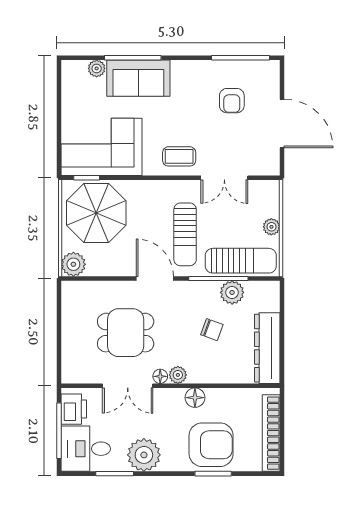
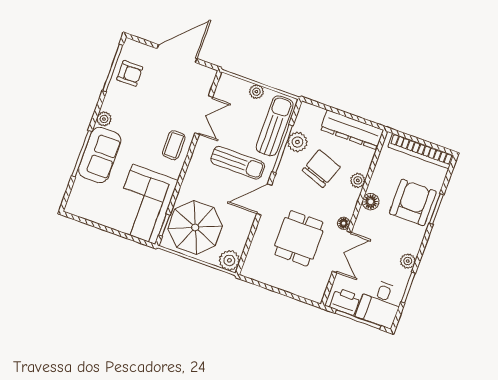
plant: (97, 68) -> (104, 119), moved
armchair: (232, 101) -> (130, 73), moved
chair: (212, 330) -> (321, 169), width x1.87, depth x1.87
plant: (178, 375) -> (358, 180), moved
plant: (144, 455) -> (408, 261), width x0.53, depth x0.53

